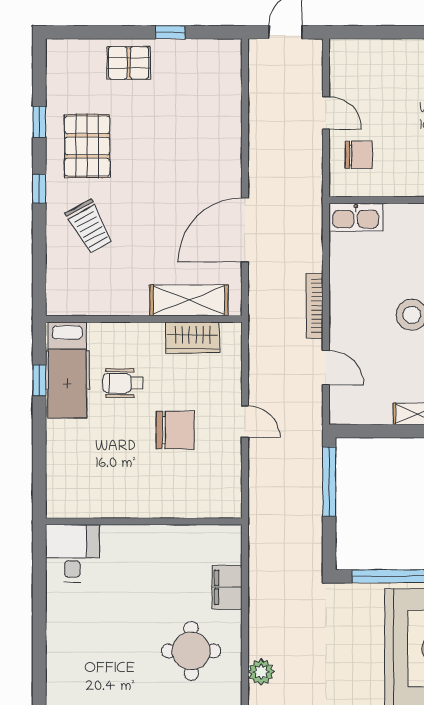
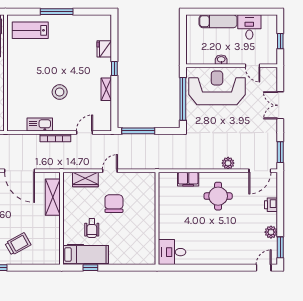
kitchen sink: (356, 217) -> (40, 124), moved, turned -90
wardrobe: (192, 338) -> (85, 179), moved, turned 90

